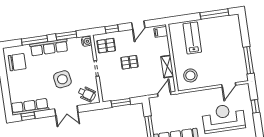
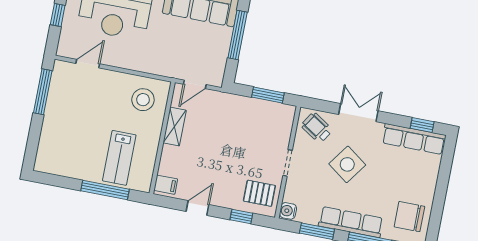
window: (214, 14) -> (105, 190), moved
pallet: (129, 62) -> (232, 154), removed
side table: (62, 79) -> (347, 164), turned 45

